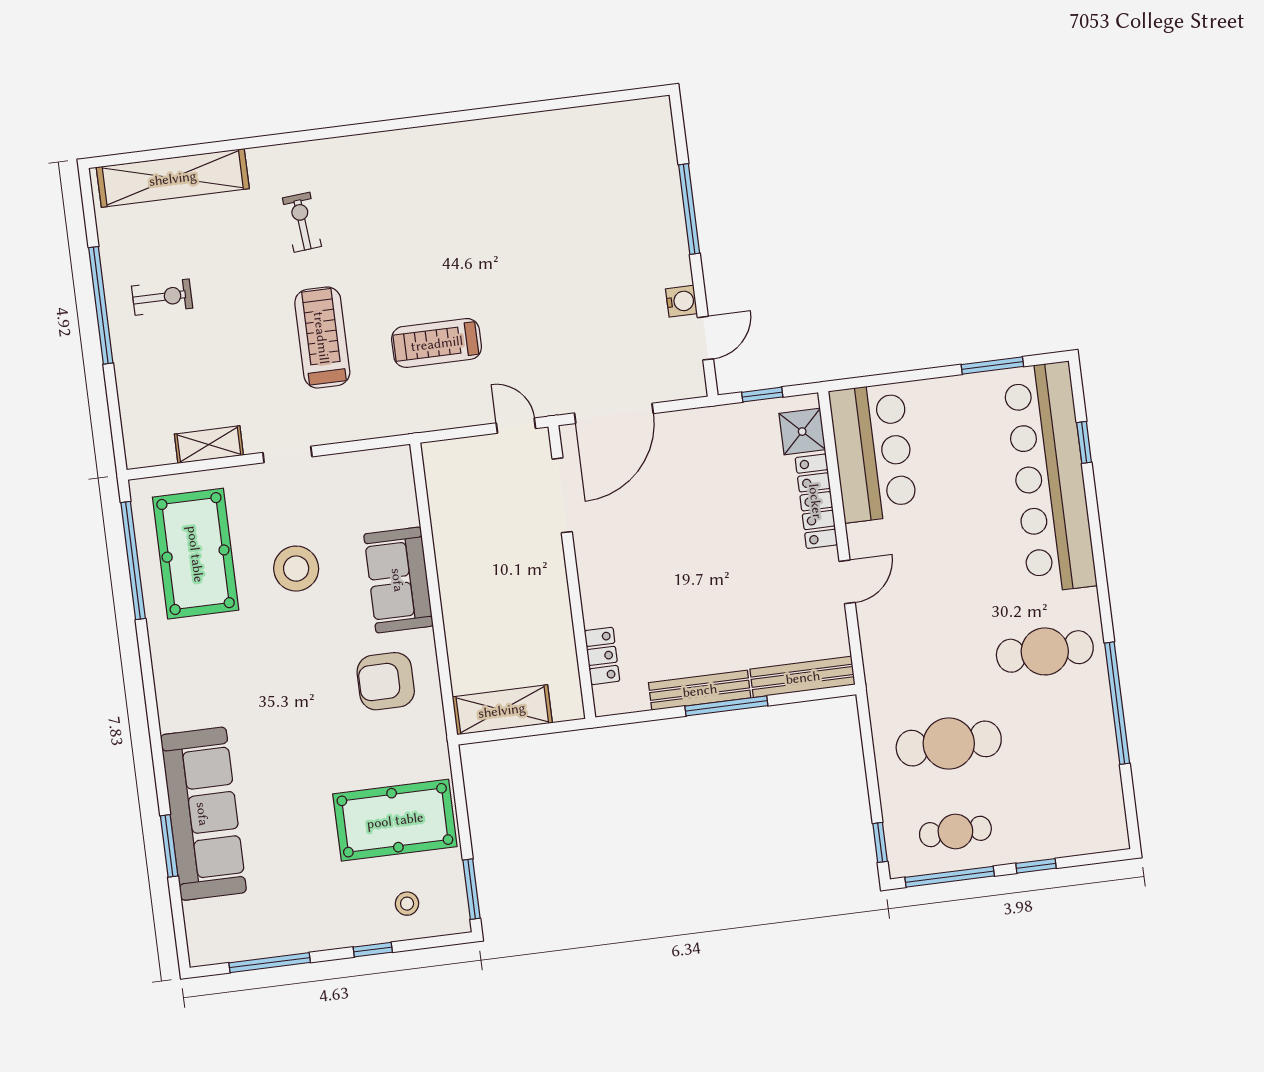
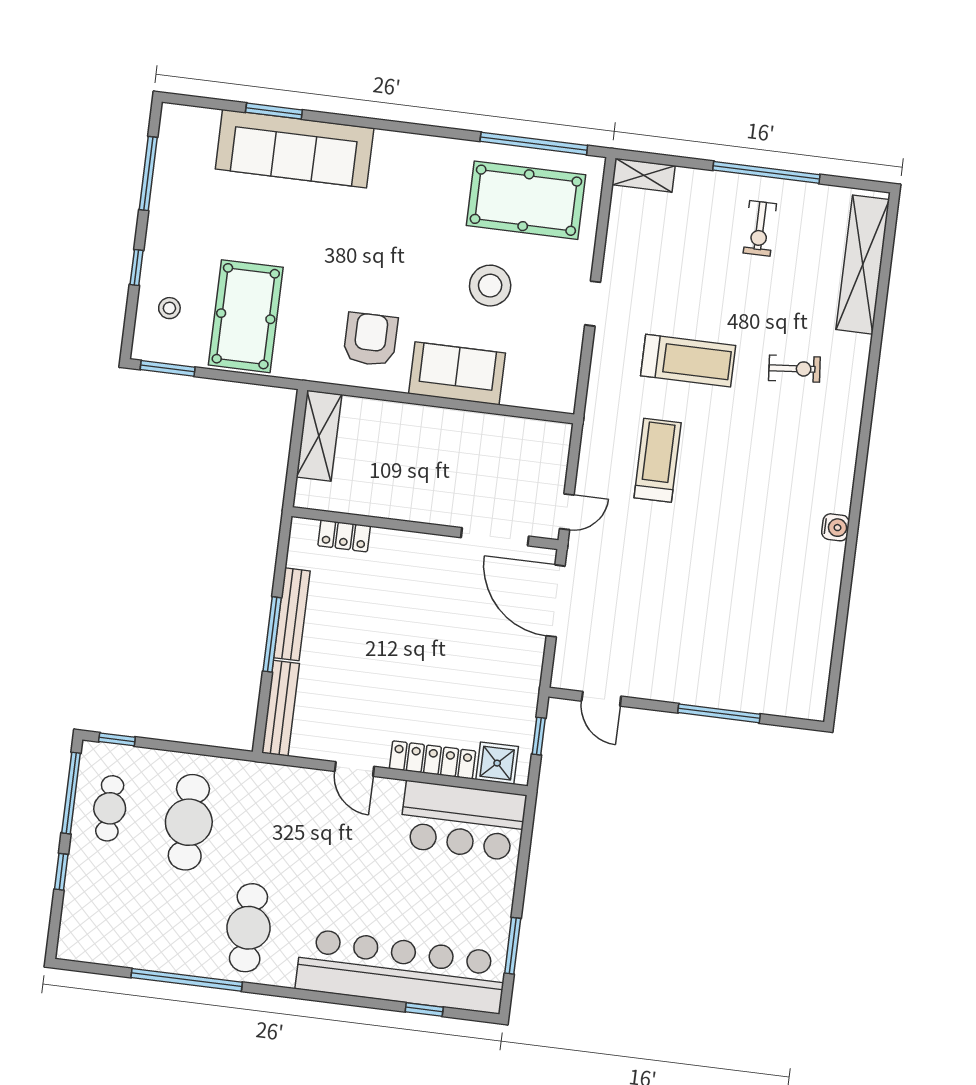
water cooler: (681, 301) -> (835, 527), moved, turned -90
shelving: (209, 445) -> (644, 175), moved, turned 90

